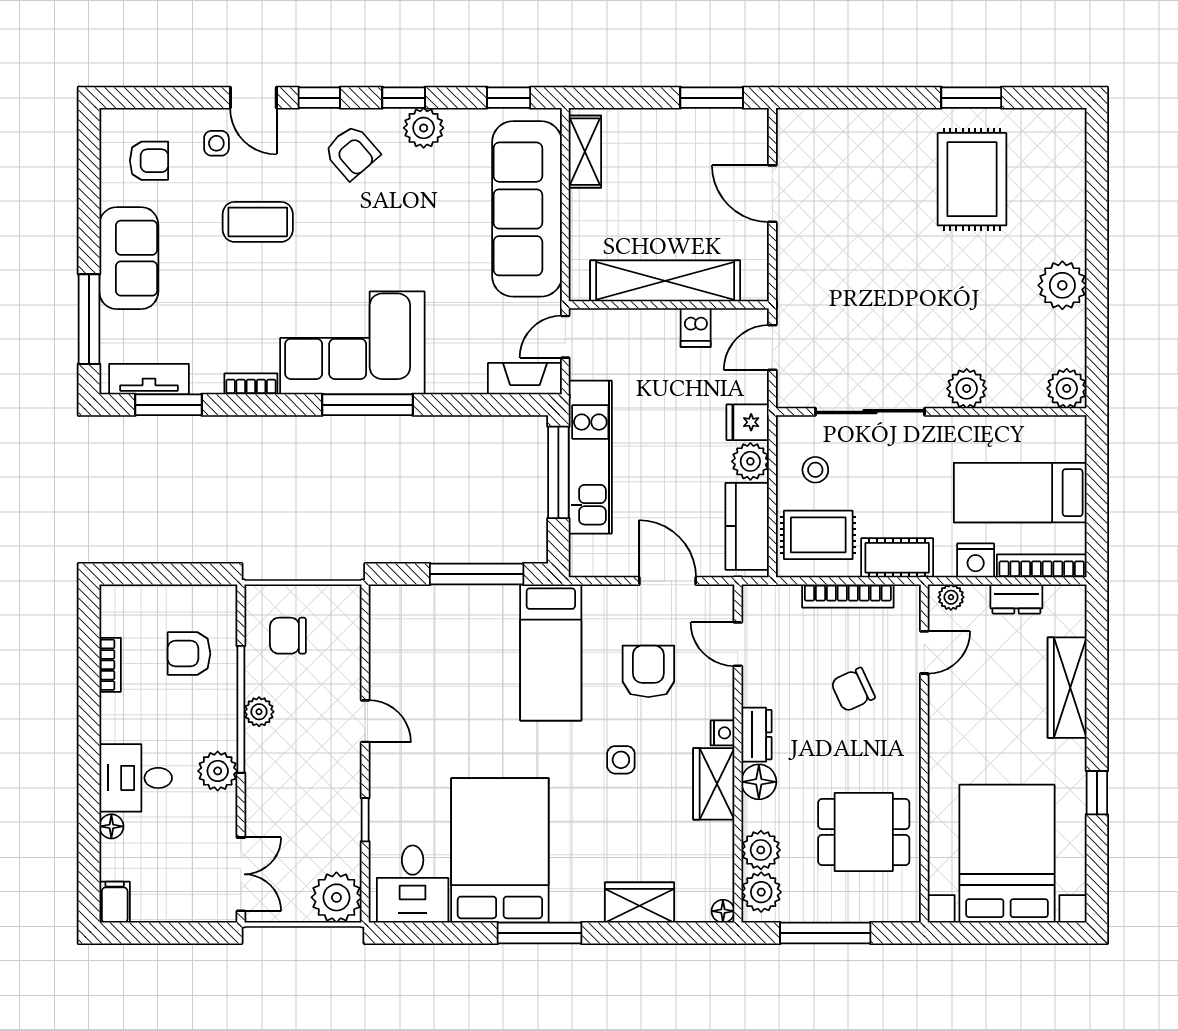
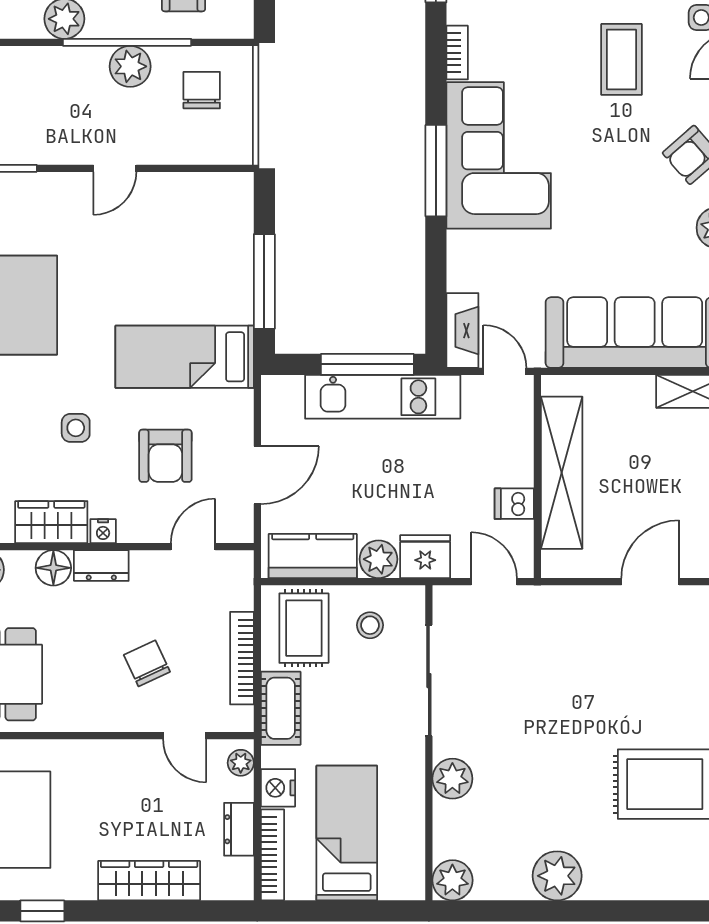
fridge: (748, 422) -> (425, 557), width x1.38
armchair: (648, 671) -> (165, 456), turned 90
plant: (259, 712) -> (130, 66), width x1.38, depth x1.38

